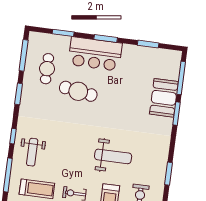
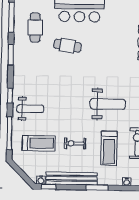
cafe table: (78, 91) -> (67, 46), width x0.73, depth x0.74
weight bench: (32, 152) -> (30, 109), turned -90

